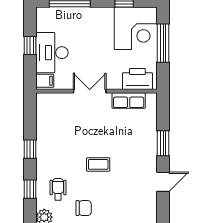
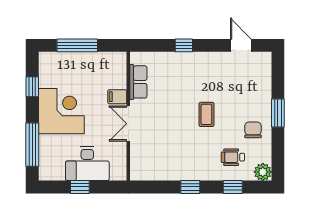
corner desk: (136, 28) -> (61, 111), moved
printer: (137, 79) -> (115, 73), removed
filing cabinet: (45, 81) -> (117, 97), moved, turned -90
window: (163, 143) -> (184, 45), width x0.67
door: (163, 182) -> (241, 45), moved

